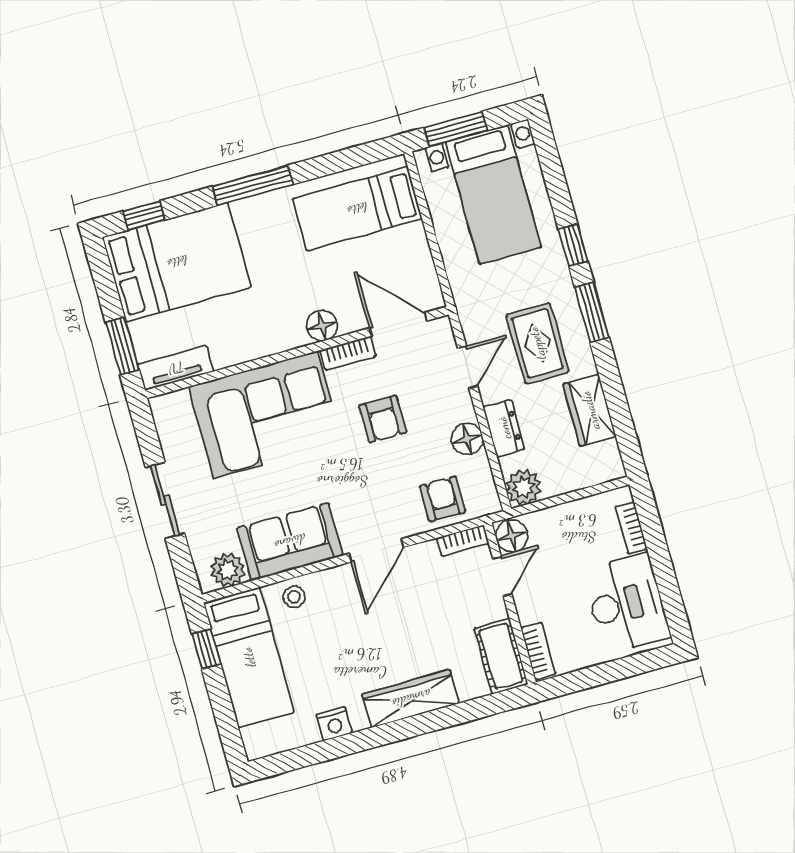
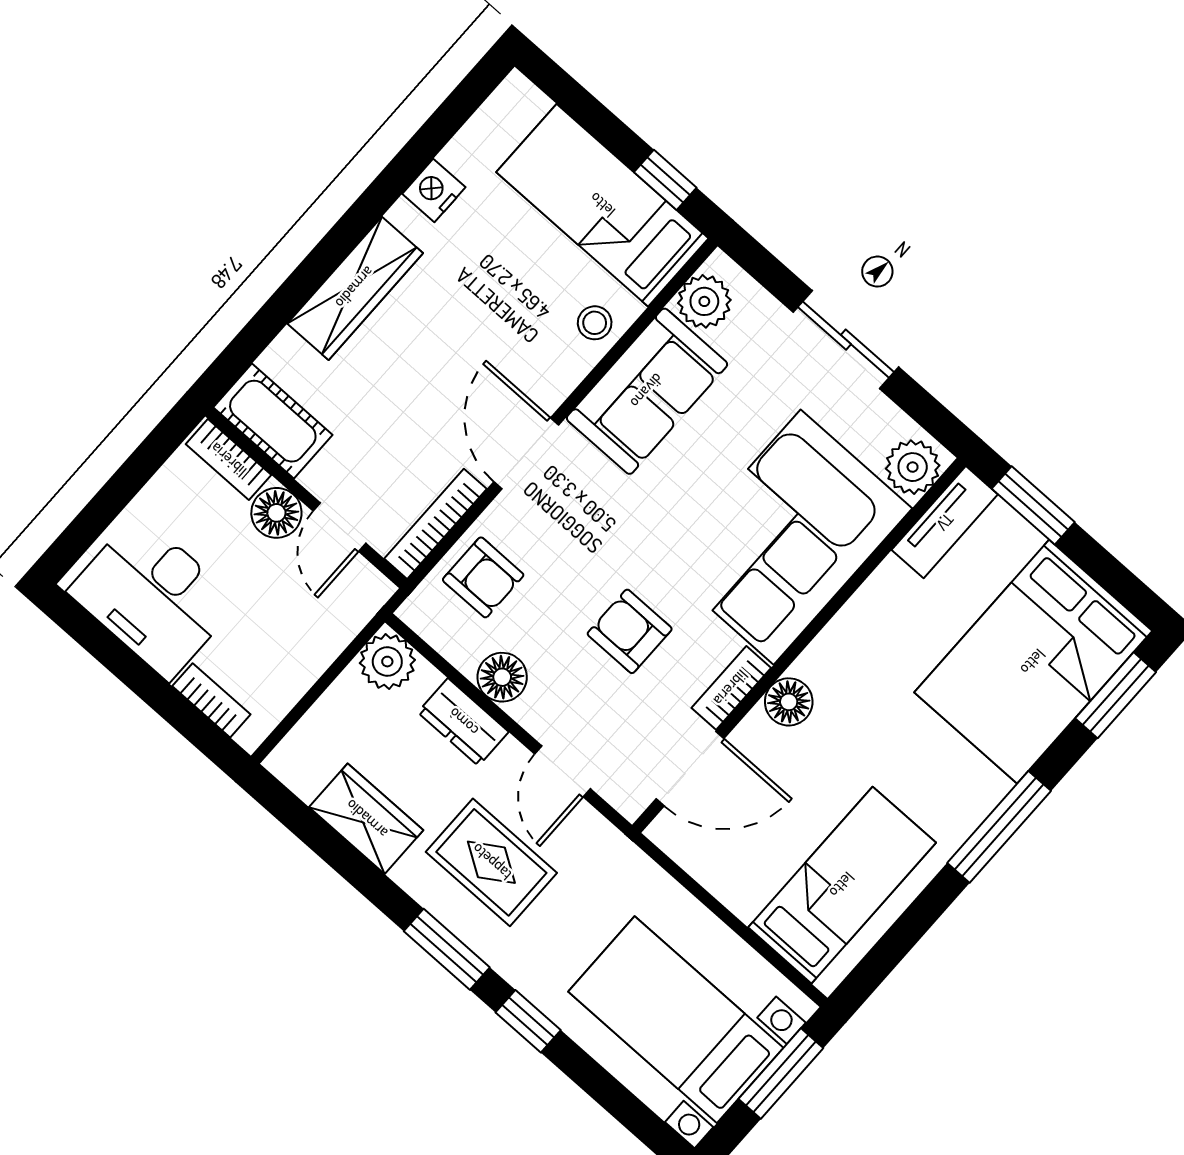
window: (144, 215) -> (1116, 695), width x1.50
plant: (174, 409) -> (913, 467), added
floor lamp: (512, 536) -> (276, 513), moved
bookcase: (463, 541) -> (435, 524), width x1.56

